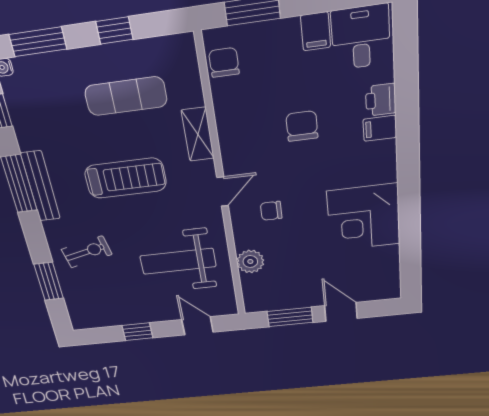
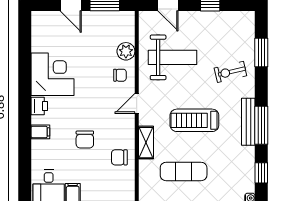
chair: (224, 62) -> (119, 157), moved, turned 90
printer: (381, 100) -> (39, 106), moved
chair: (271, 211) -> (120, 75), moved

